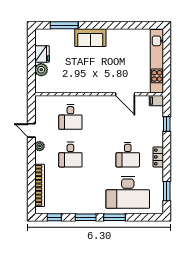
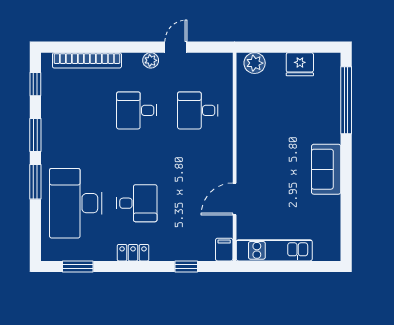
window: (64, 25) -> (346, 100), width x1.46
sofa: (90, 38) -> (326, 169), moved
kitchen unit: (157, 61) -> (274, 250), width x0.73
plant: (41, 70) -> (255, 63), moved
desk: (128, 155) -> (137, 203), turned 180

